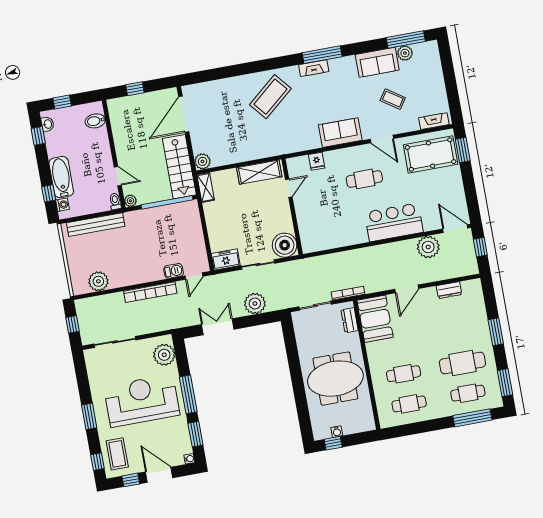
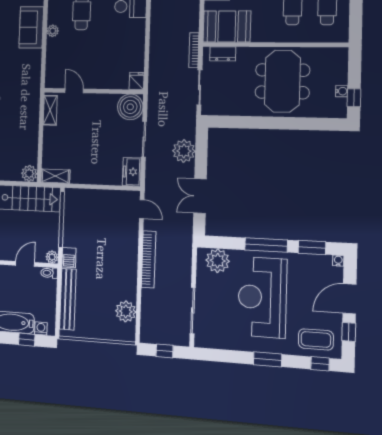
plant: (341, 155) -> (53, 31), added
fridge: (317, 161) -> (137, 81), moved, turned -90
shelving: (259, 172) -> (50, 110), width x0.67, depth x0.75
barbecue: (174, 271) -> (69, 258), moved, turned 180

